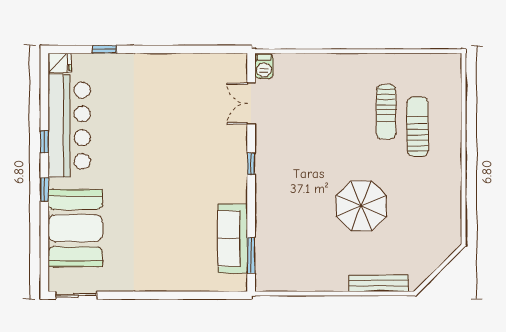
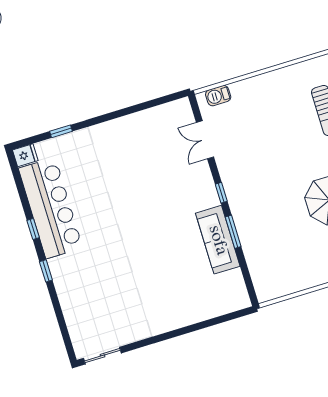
barbecue: (264, 66) -> (218, 96), moved, turned 90
booth: (75, 228) -> (83, 297), removed
sofa: (233, 239) -> (218, 240), moved
window: (251, 255) -> (233, 232), moved

